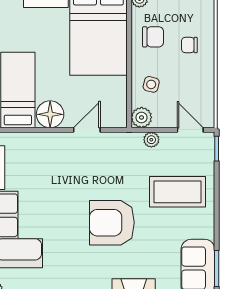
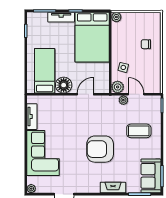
chair: (153, 37) -> (124, 39), removed
door: (190, 130) -> (136, 94), moved
coffee table: (178, 192) -> (139, 131), width x0.73, depth x0.76

